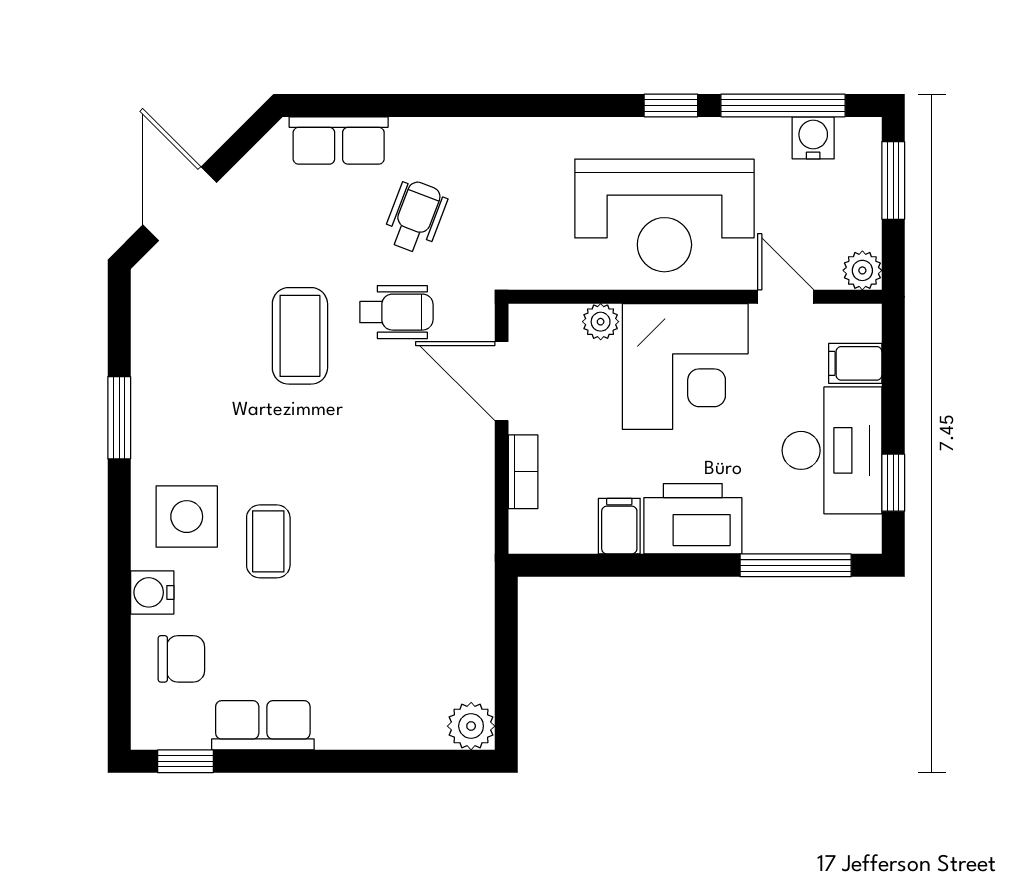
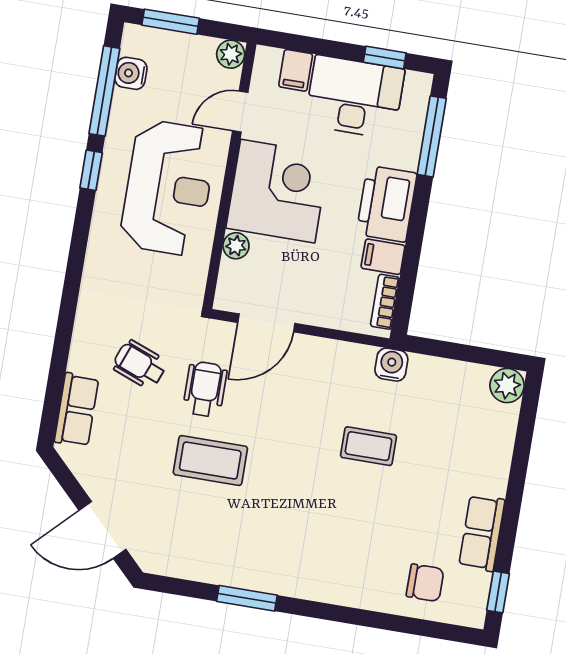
bookcase: (523, 472) -> (385, 302), moved, turned -90
side table: (187, 517) -> (325, 562), removed
coffee table: (268, 541) -> (369, 446), moved
water cooler: (152, 592) -> (391, 365), moved, turned 180
chair: (181, 659) -> (425, 583), turned 90

